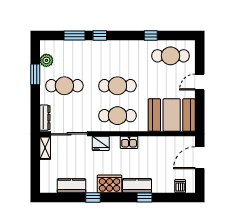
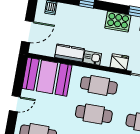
kitchen counter: (137, 186) -> (70, 53), moved, turned 180

